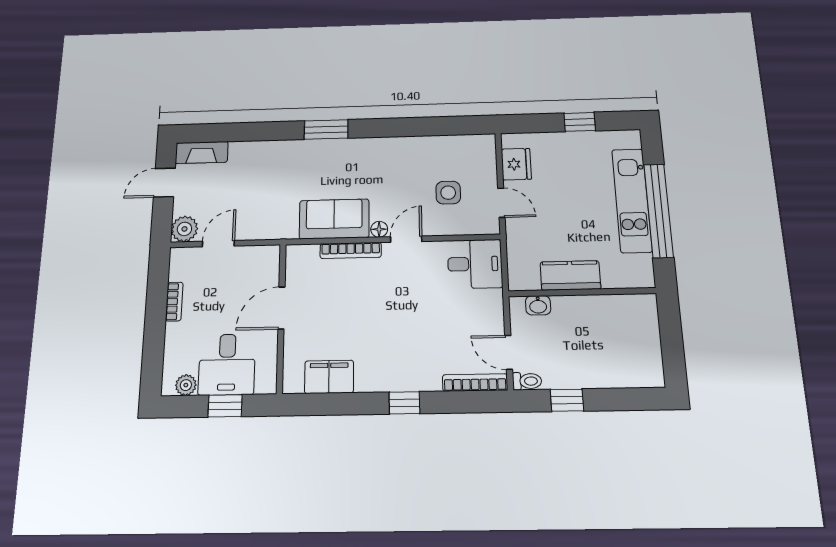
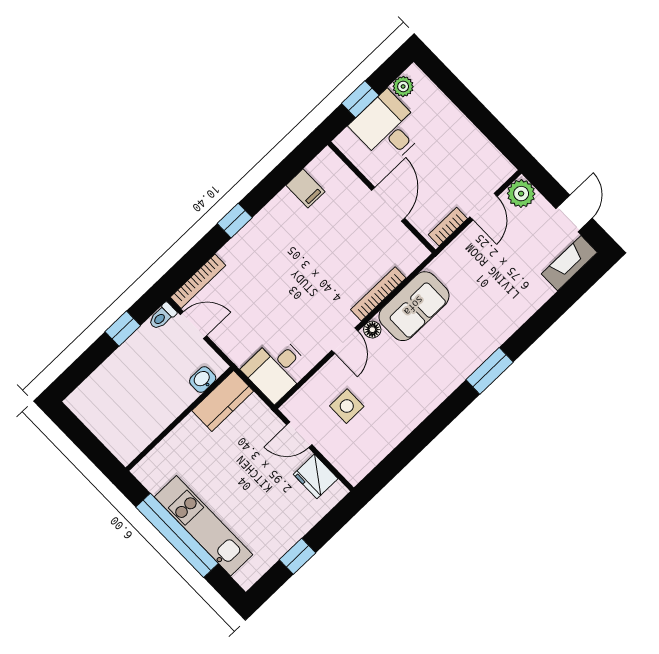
kitchen counter: (570, 275) -> (223, 401), moved
bookcase: (174, 302) -> (448, 227), moved, turned 90
filing cabinet: (329, 377) -> (305, 188), width x0.50

